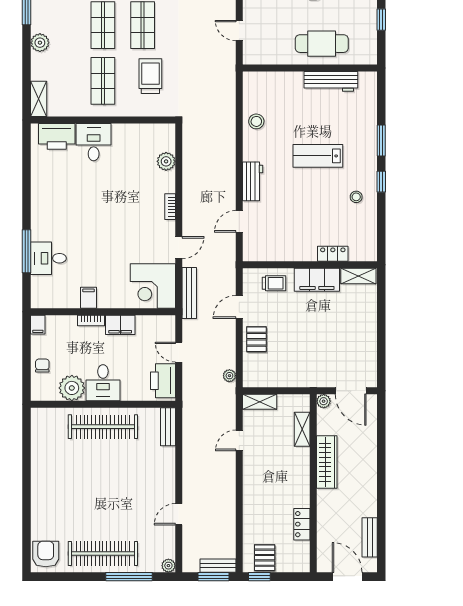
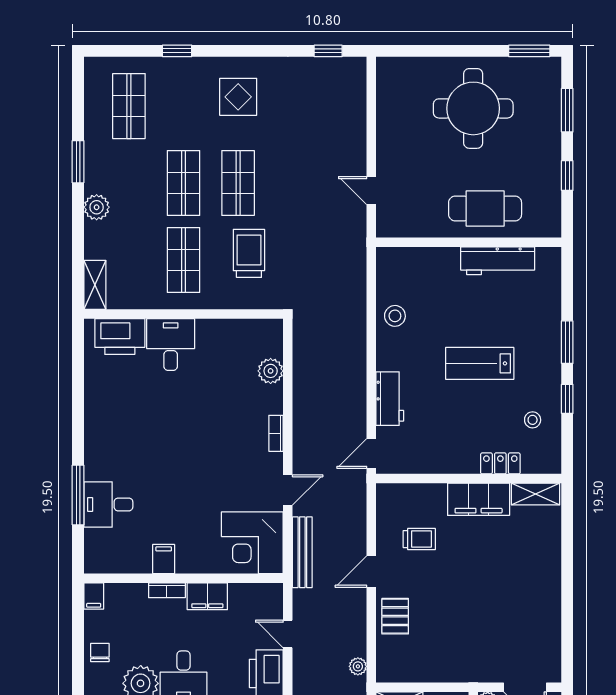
locker: (333, 254) -> (500, 463), moved
wall: (310, 265) -> (469, 479), moved
shelving: (358, 276) -> (536, 494), moved
filing cabinet: (317, 280) -> (479, 499), moved

